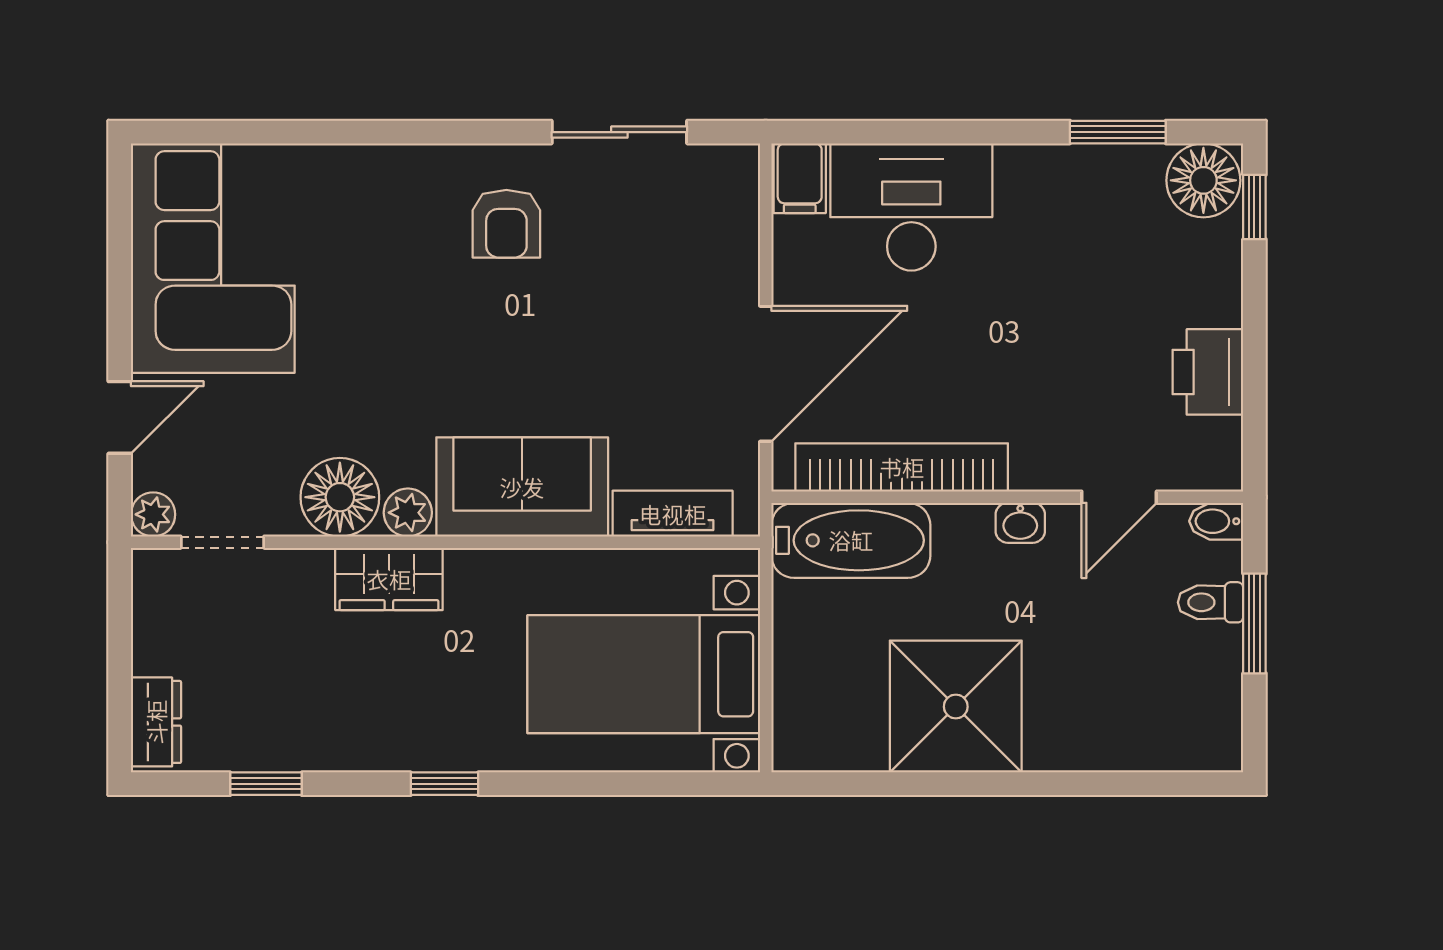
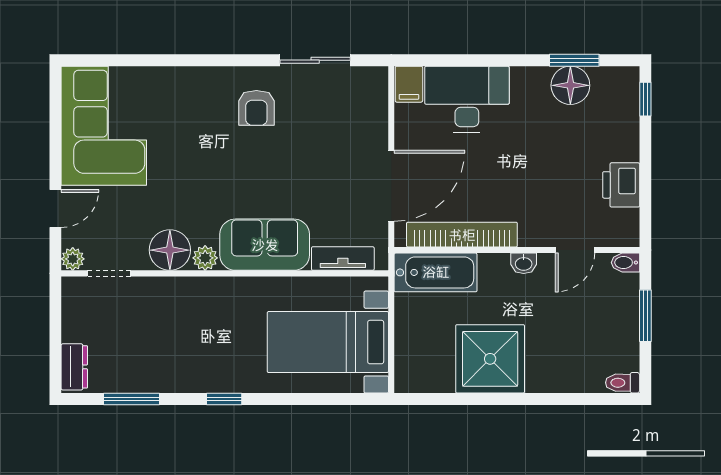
floor lamp: (1203, 180) -> (570, 85), moved
wardrobe: (389, 579) -> (195, 293), removed
toilet: (1211, 602) -> (623, 383), moved
window: (266, 784) -> (131, 399), width x1.50

